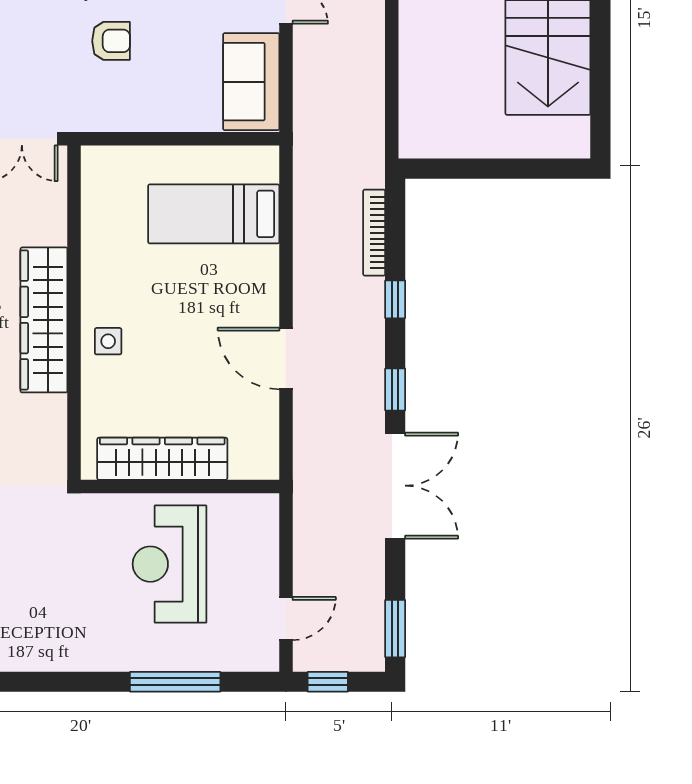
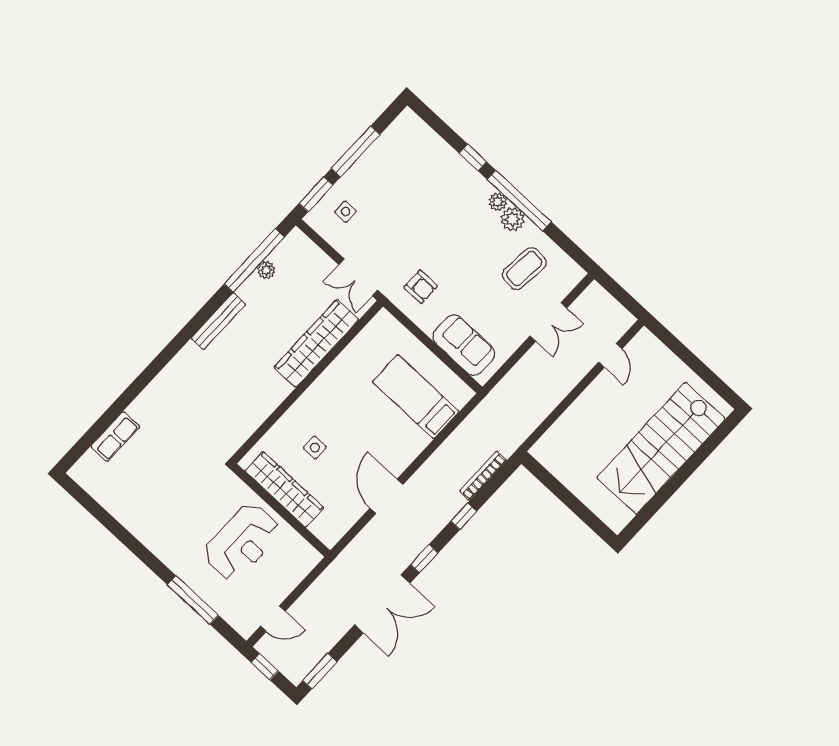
armchair: (111, 41) -> (421, 287), moved
sofa: (251, 82) -> (464, 345), moved, turned 90
wardrobe: (44, 320) -> (316, 343), moved
side table: (108, 341) -> (315, 448), moved
reception desk: (169, 564) -> (242, 542), turned 180

